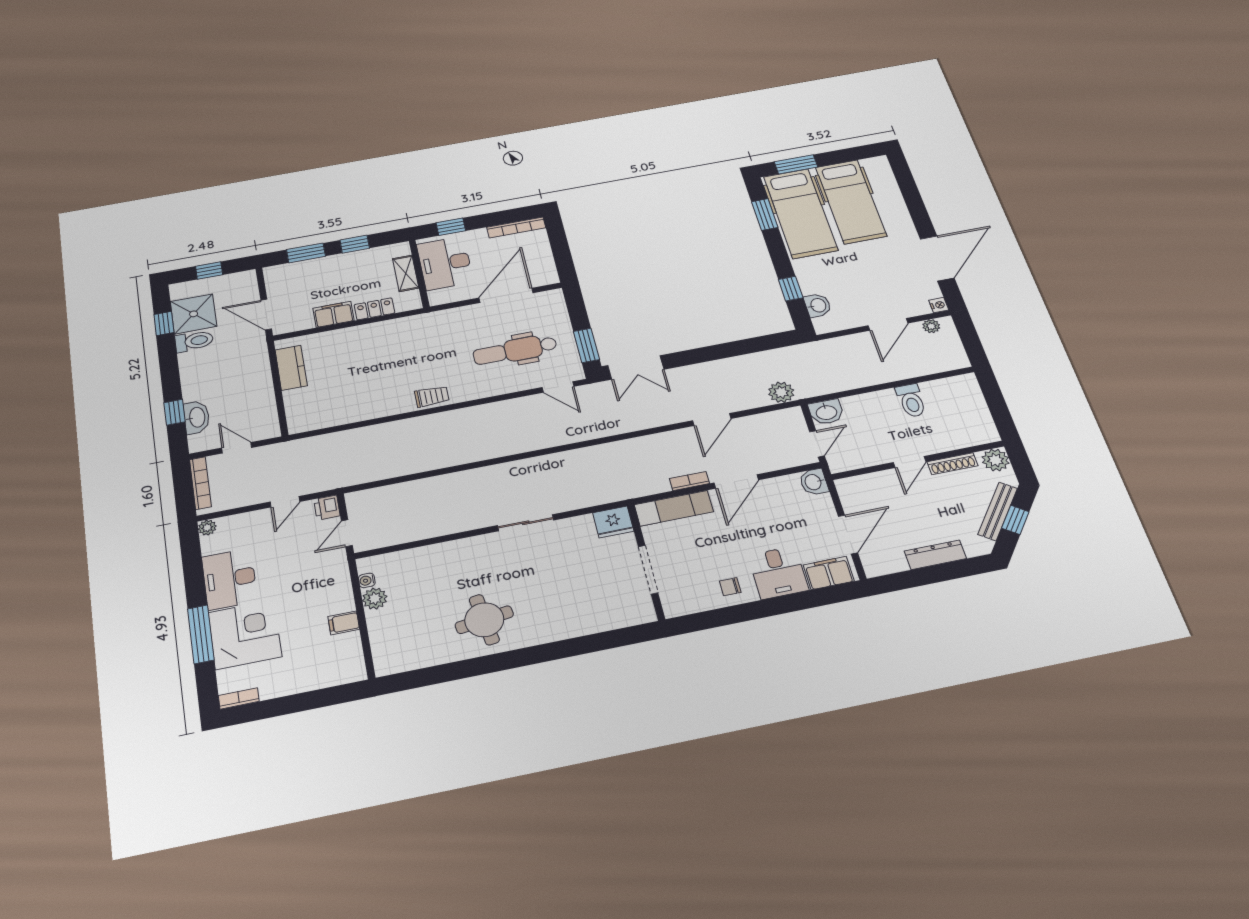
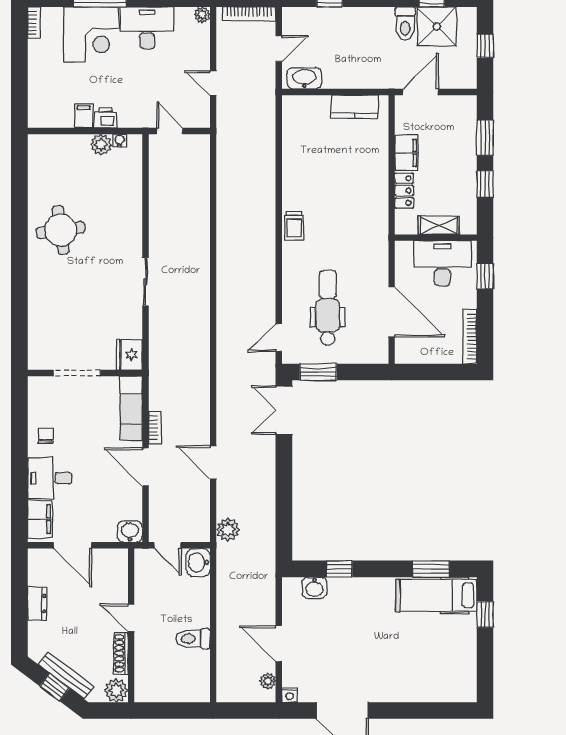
window: (796, 164) -> (485, 614), width x0.67
hospital bed: (851, 201) -> (428, 652), removed
hospital bed: (800, 213) -> (436, 595), width x0.73, depth x0.78
washbasin: (197, 417) -> (304, 78), moved, turned 180
printer: (327, 508) -> (105, 118), moved
dresser: (935, 555) -> (37, 604), width x0.70

